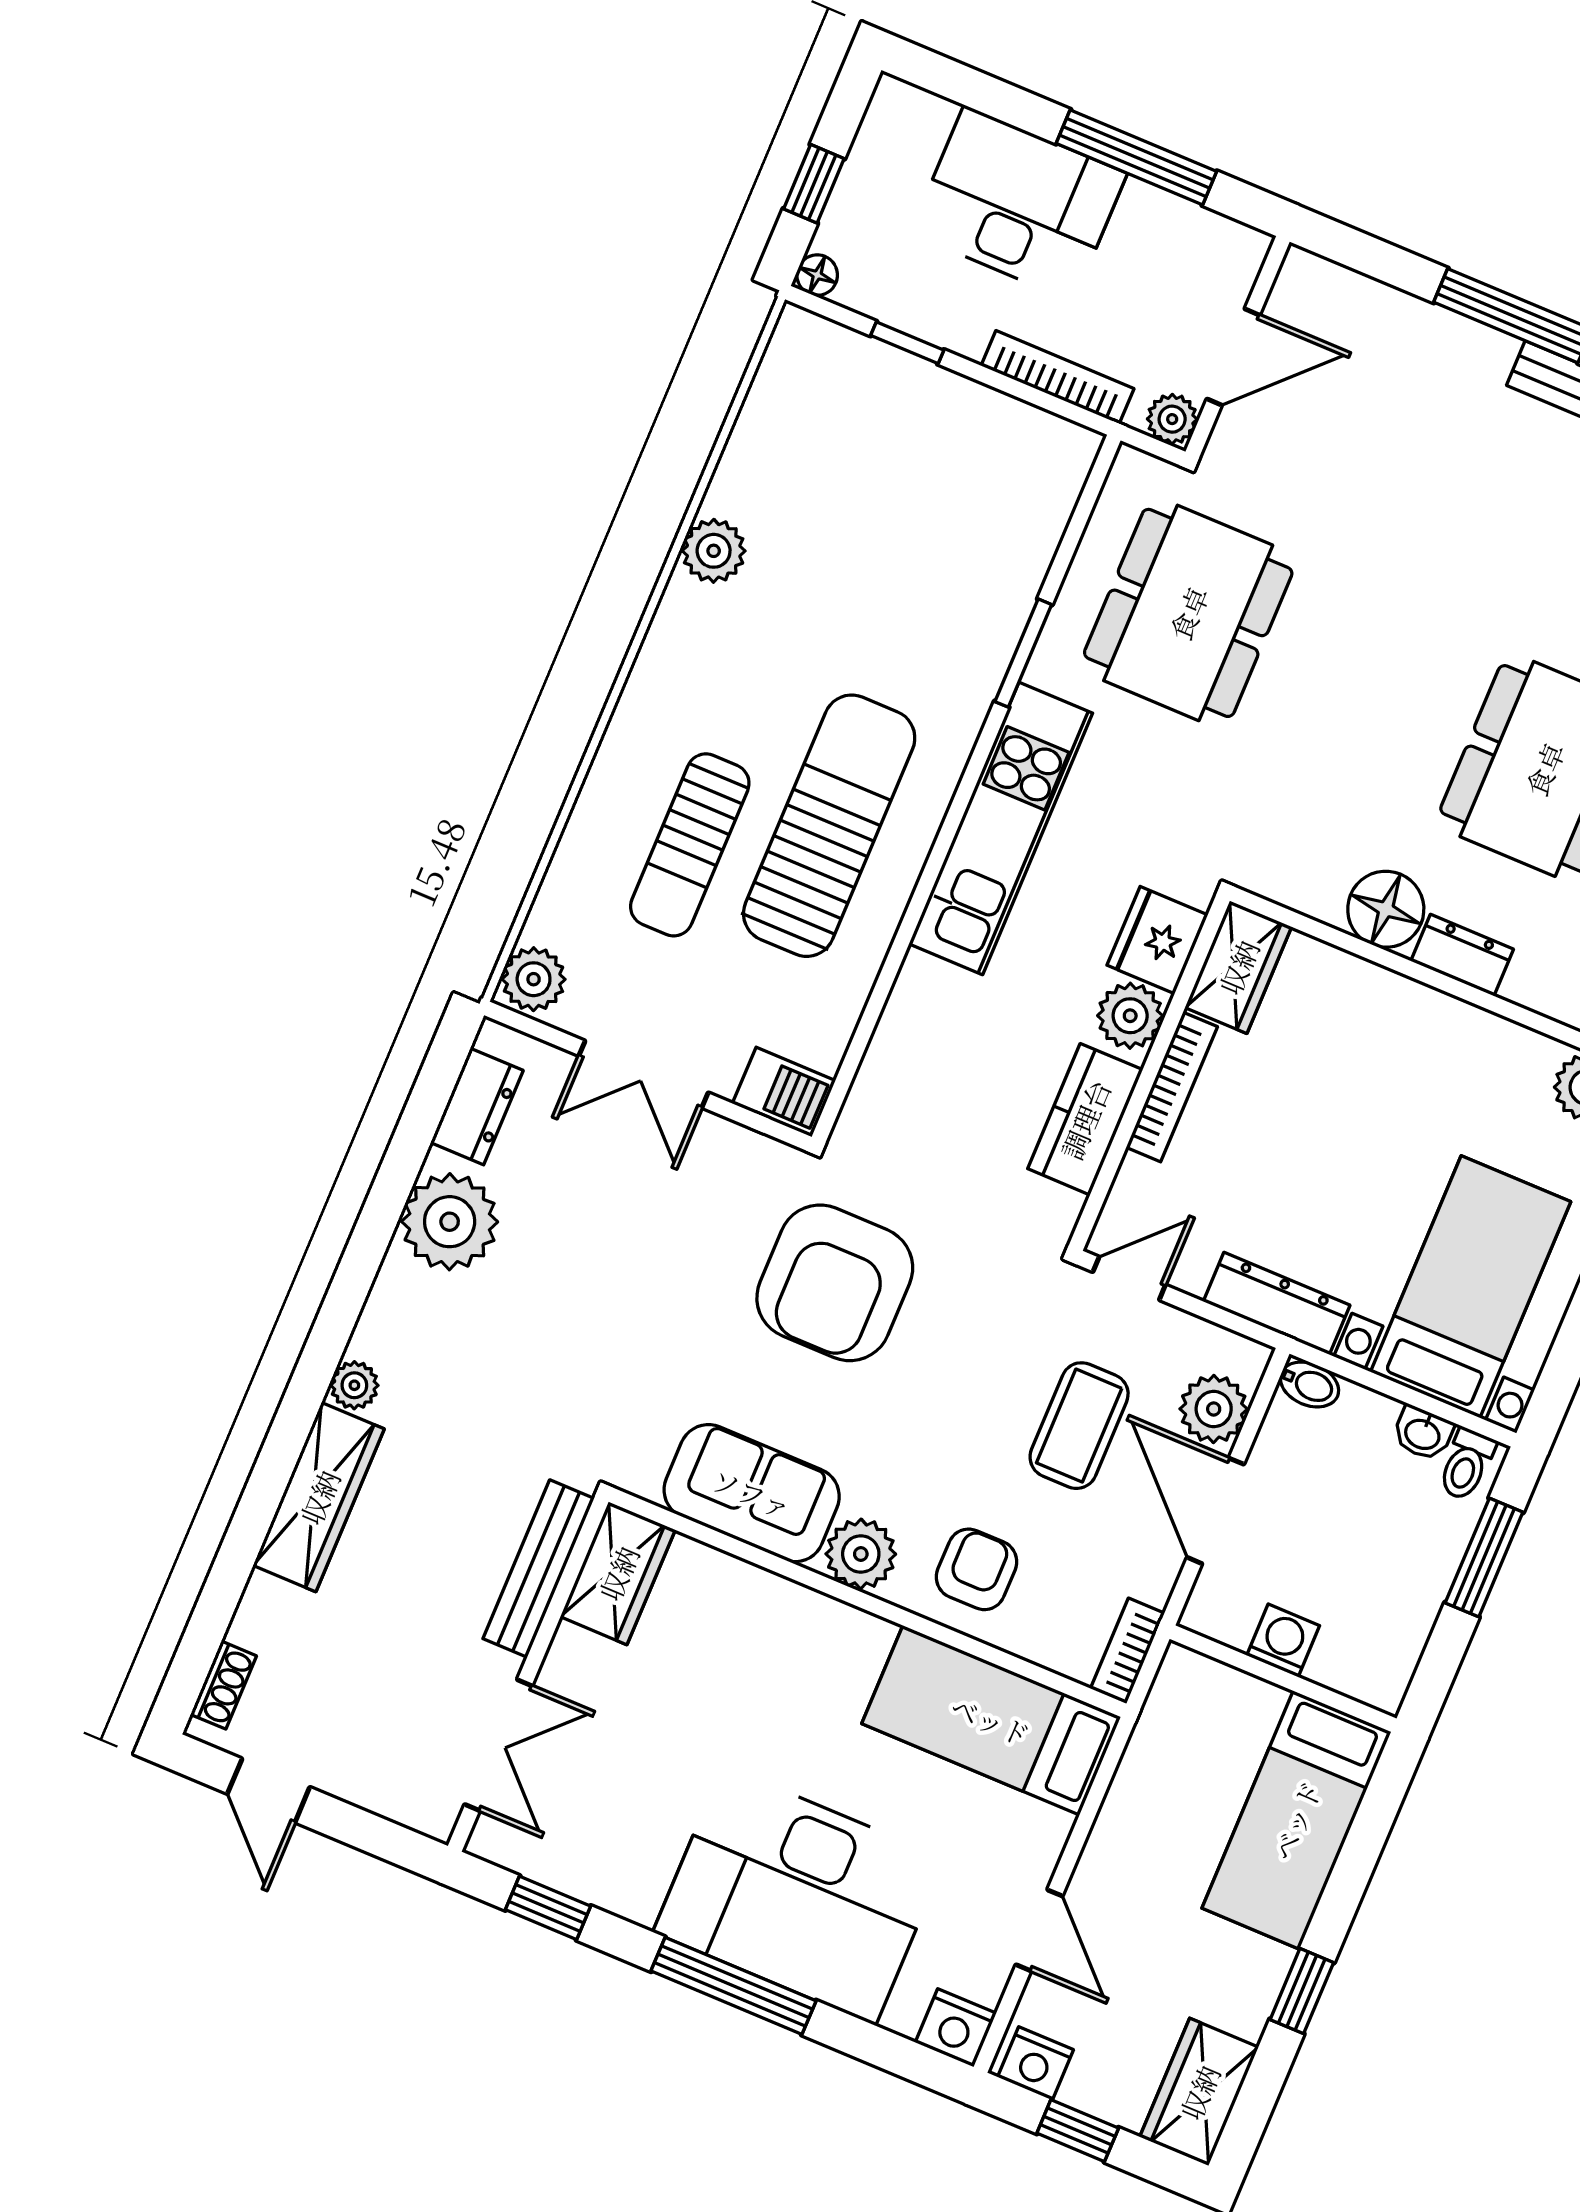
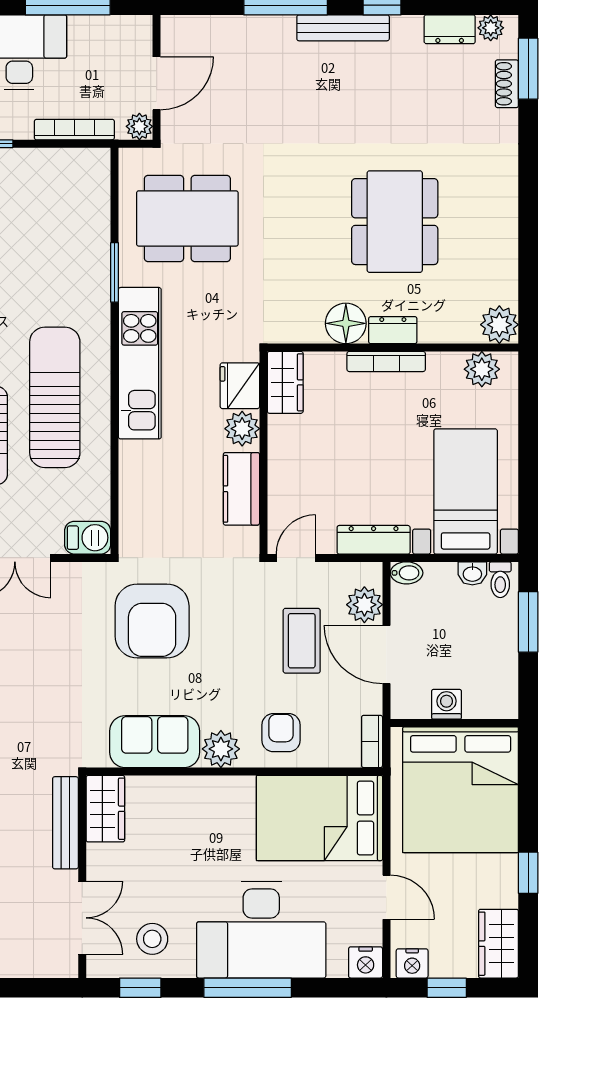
dining table: (1188, 613) -> (187, 218), turned 90
bookcase: (1172, 1087) -> (386, 361), moved, turned 90
bed: (991, 1720) -> (319, 818), width x1.50
bed: (1296, 1820) -> (461, 790), width x2.04
stool: (604, 1832) -> (152, 939), added

